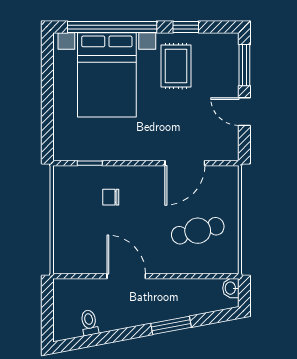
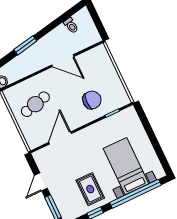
bed with nightstands: (107, 75) -> (126, 166), width x0.73
door: (244, 112) -> (41, 182), swing flipped
chair: (111, 197) -> (92, 100), width x1.87, depth x1.87

